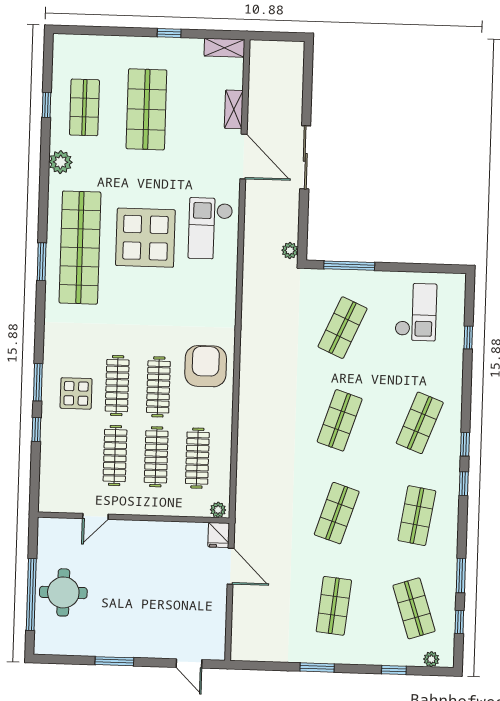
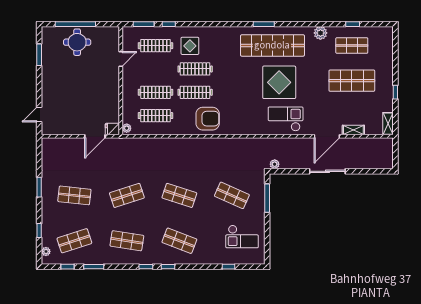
window: (38, 382) -> (144, 24), moved
clothes rail: (115, 456) -> (155, 46), moved
shop shelf: (337, 513) -> (127, 195), turned -36
door: (95, 516) -> (121, 59), swing flipped
window: (114, 661) -> (39, 55), moved

